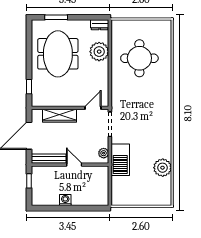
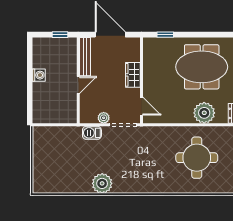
wardrobe: (60, 116) -> (133, 75), width x0.67
plant: (104, 153) -> (104, 118), moved
barbecue: (120, 160) -> (92, 133), width x0.53, depth x0.65
plant: (163, 168) -> (102, 183), moved

